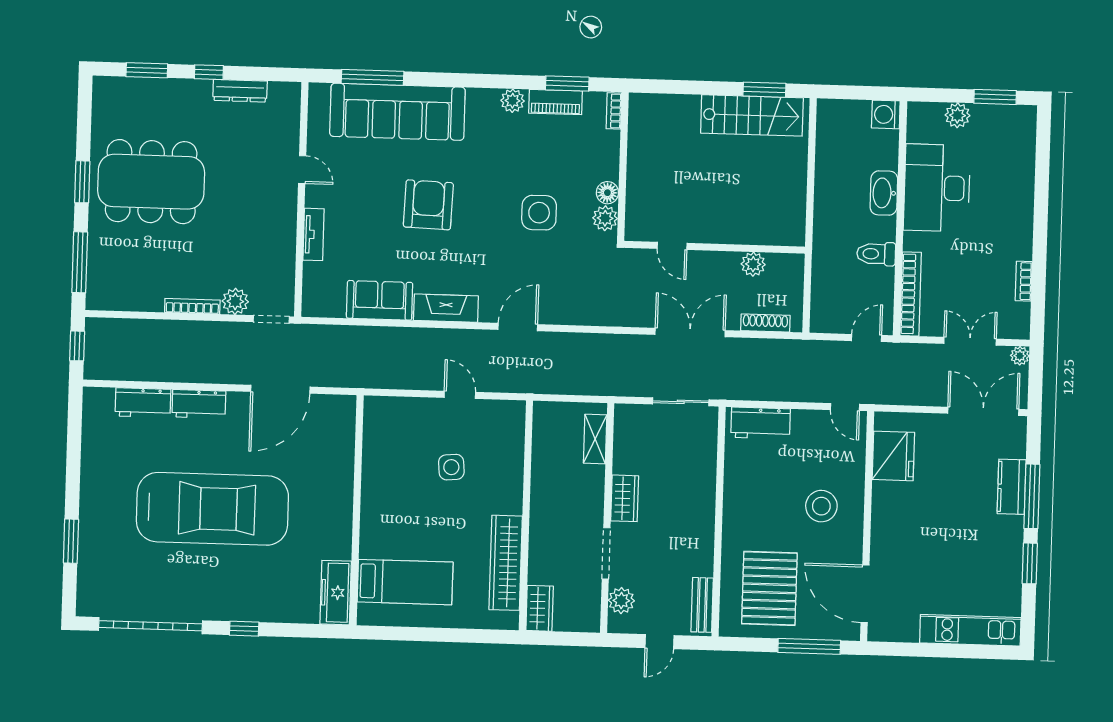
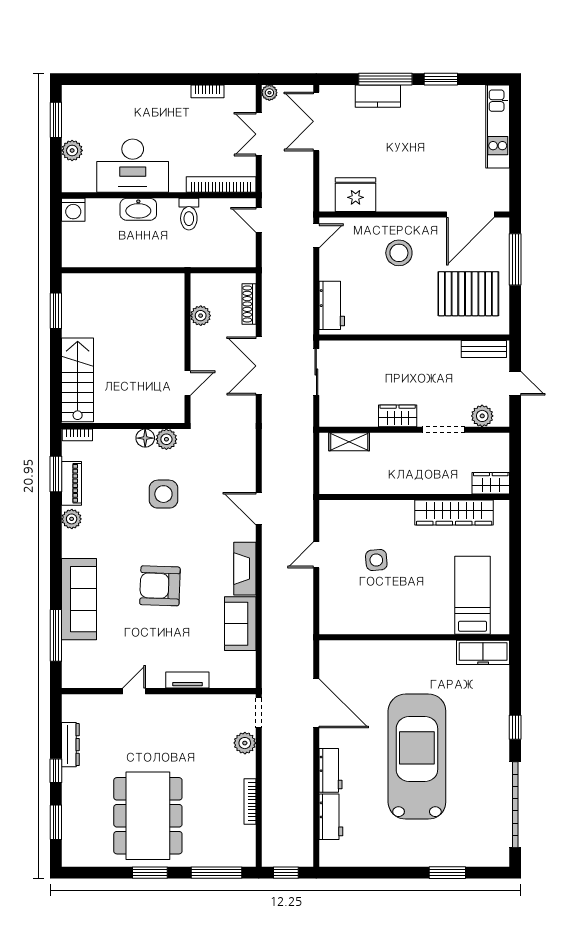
sofa: (397, 112) -> (79, 599), width x0.74, depth x0.79
stairs: (752, 115) -> (78, 380), moved
bookcase: (192, 306) -> (250, 802), moved

